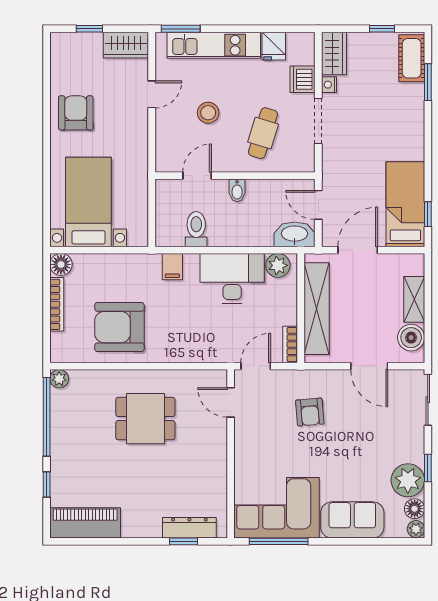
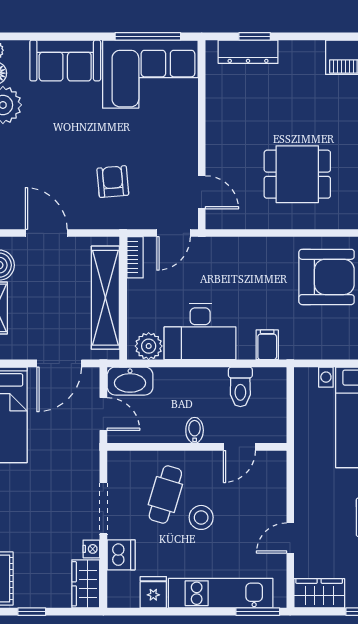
stool: (208, 113) -> (201, 517), moved

